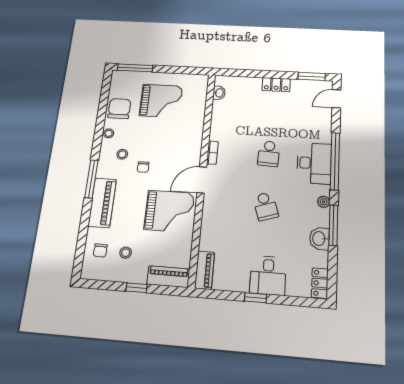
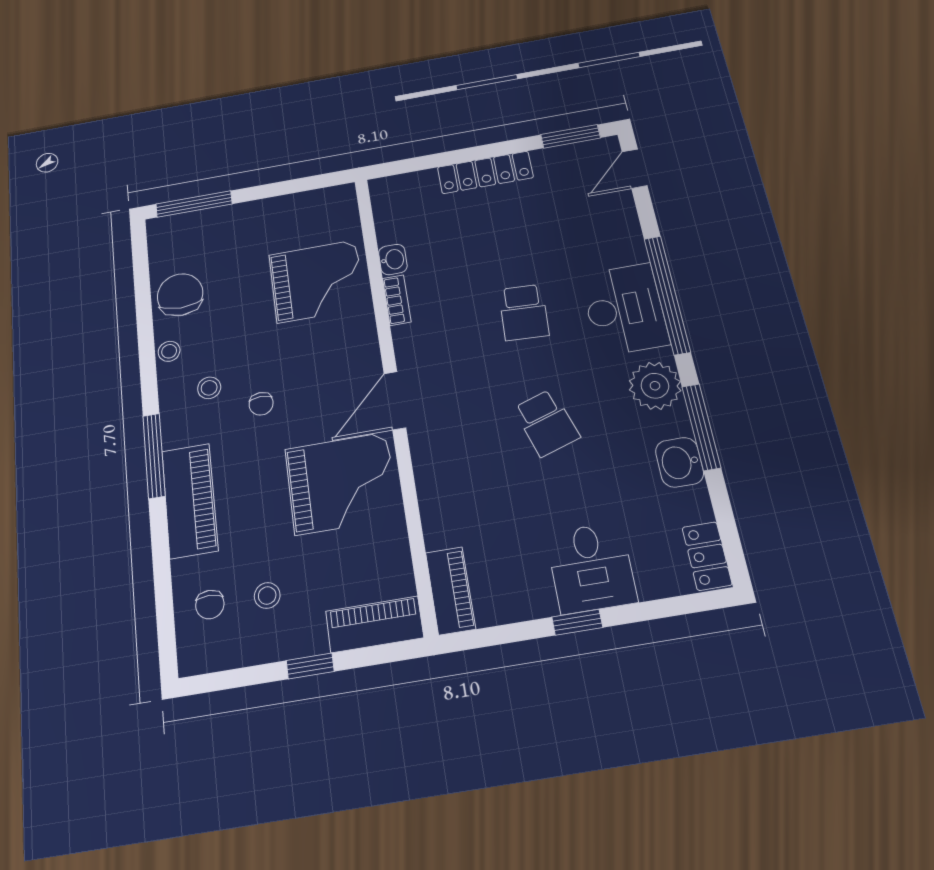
locker: (276, 85) -> (485, 172), width x1.53
washbasin: (219, 93) -> (393, 260), moved
grand piano: (161, 101) -> (317, 281), moved
bookcase: (212, 153) -> (397, 300), moved
plant: (324, 202) -> (655, 386), width x1.88, depth x1.88

